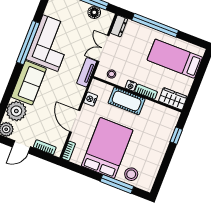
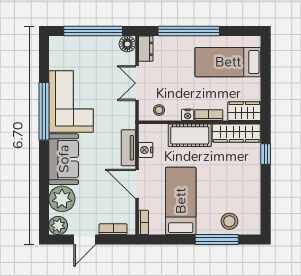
floor lamp: (94, 12) -> (127, 44), moved
tv unit: (87, 72) -> (128, 148), moved
wardrobe: (161, 112) -> (236, 133), added
bed: (107, 148) -> (181, 201), width x0.67

